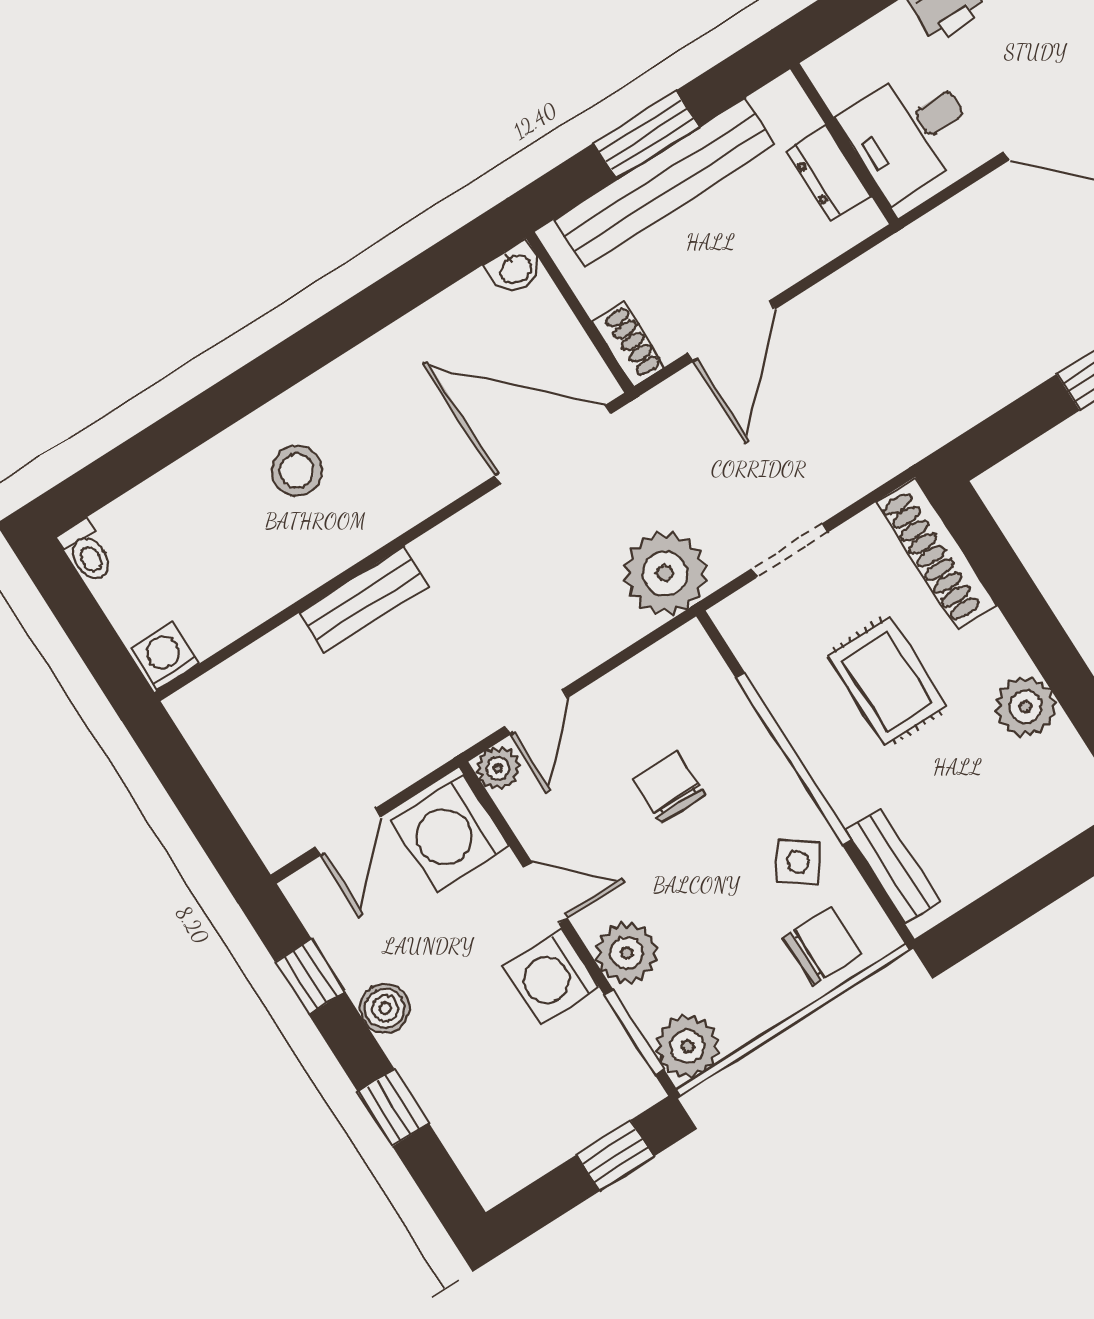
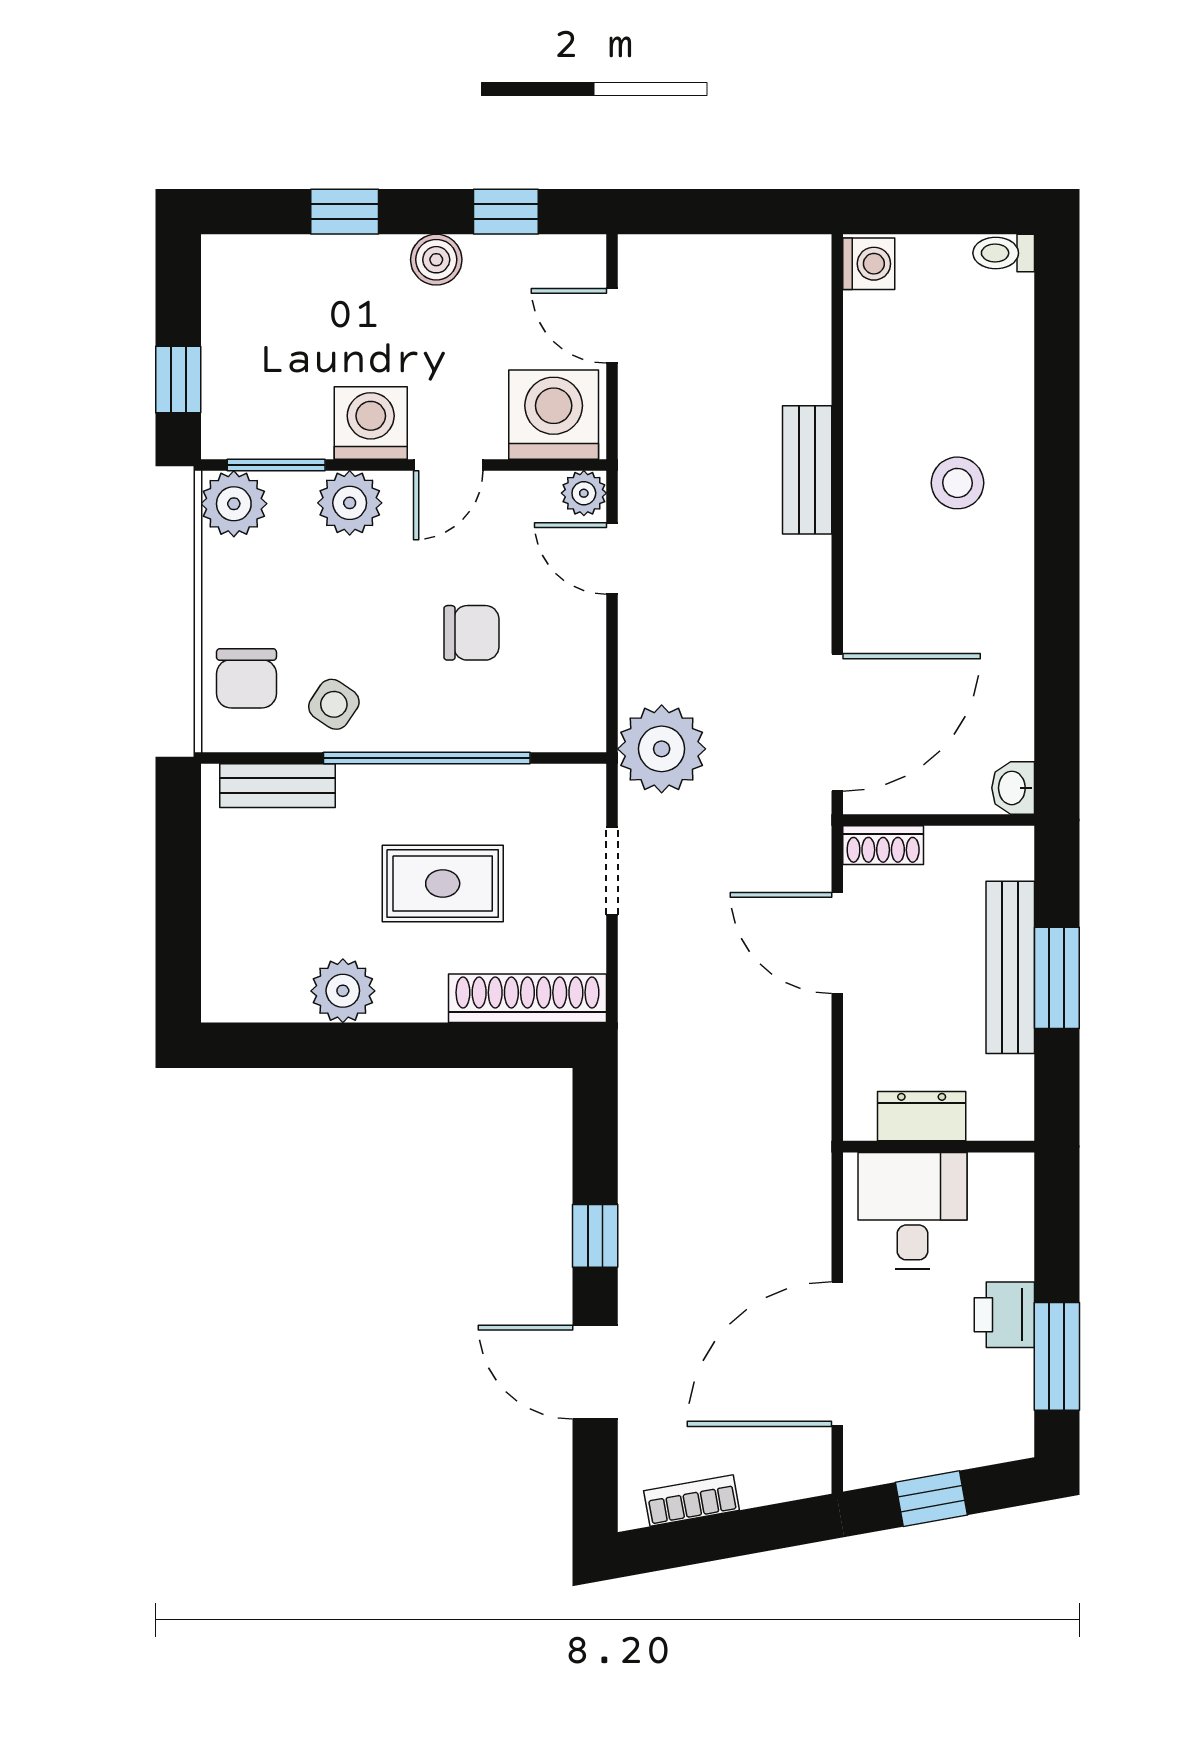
bench: (665, 182) -> (1010, 967), width x0.73, depth x0.82

